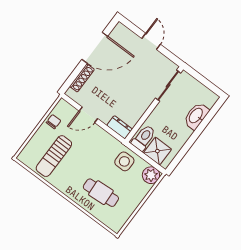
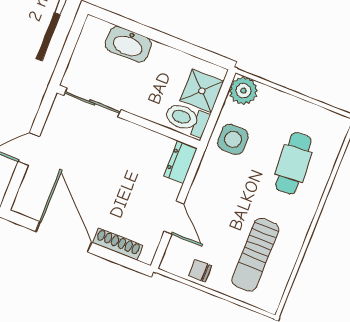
sun lounger: (54, 156) -> (255, 255), turned 90

